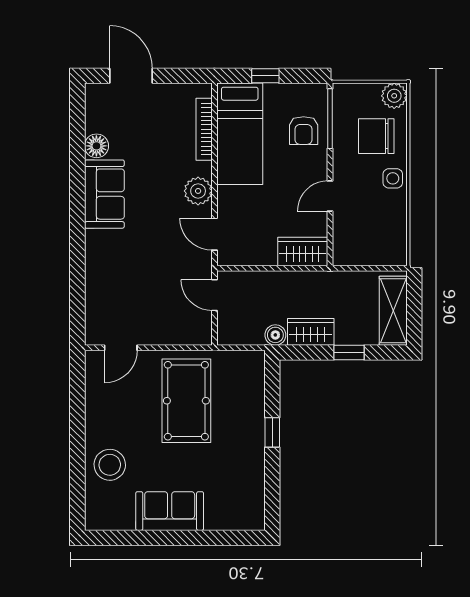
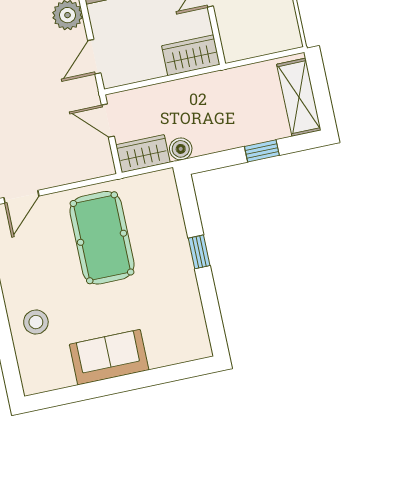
door: (214, 234) -> (94, 57), hinge flipped
wardrobe: (311, 332) -> (143, 154), moved
stool: (110, 465) -> (36, 322), width x0.73, depth x0.73

